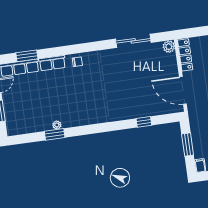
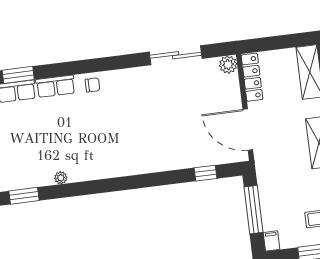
window: (144, 122) -> (205, 173), moved
window: (55, 134) -> (24, 196), moved
window: (188, 144) -> (253, 210), width x1.44

